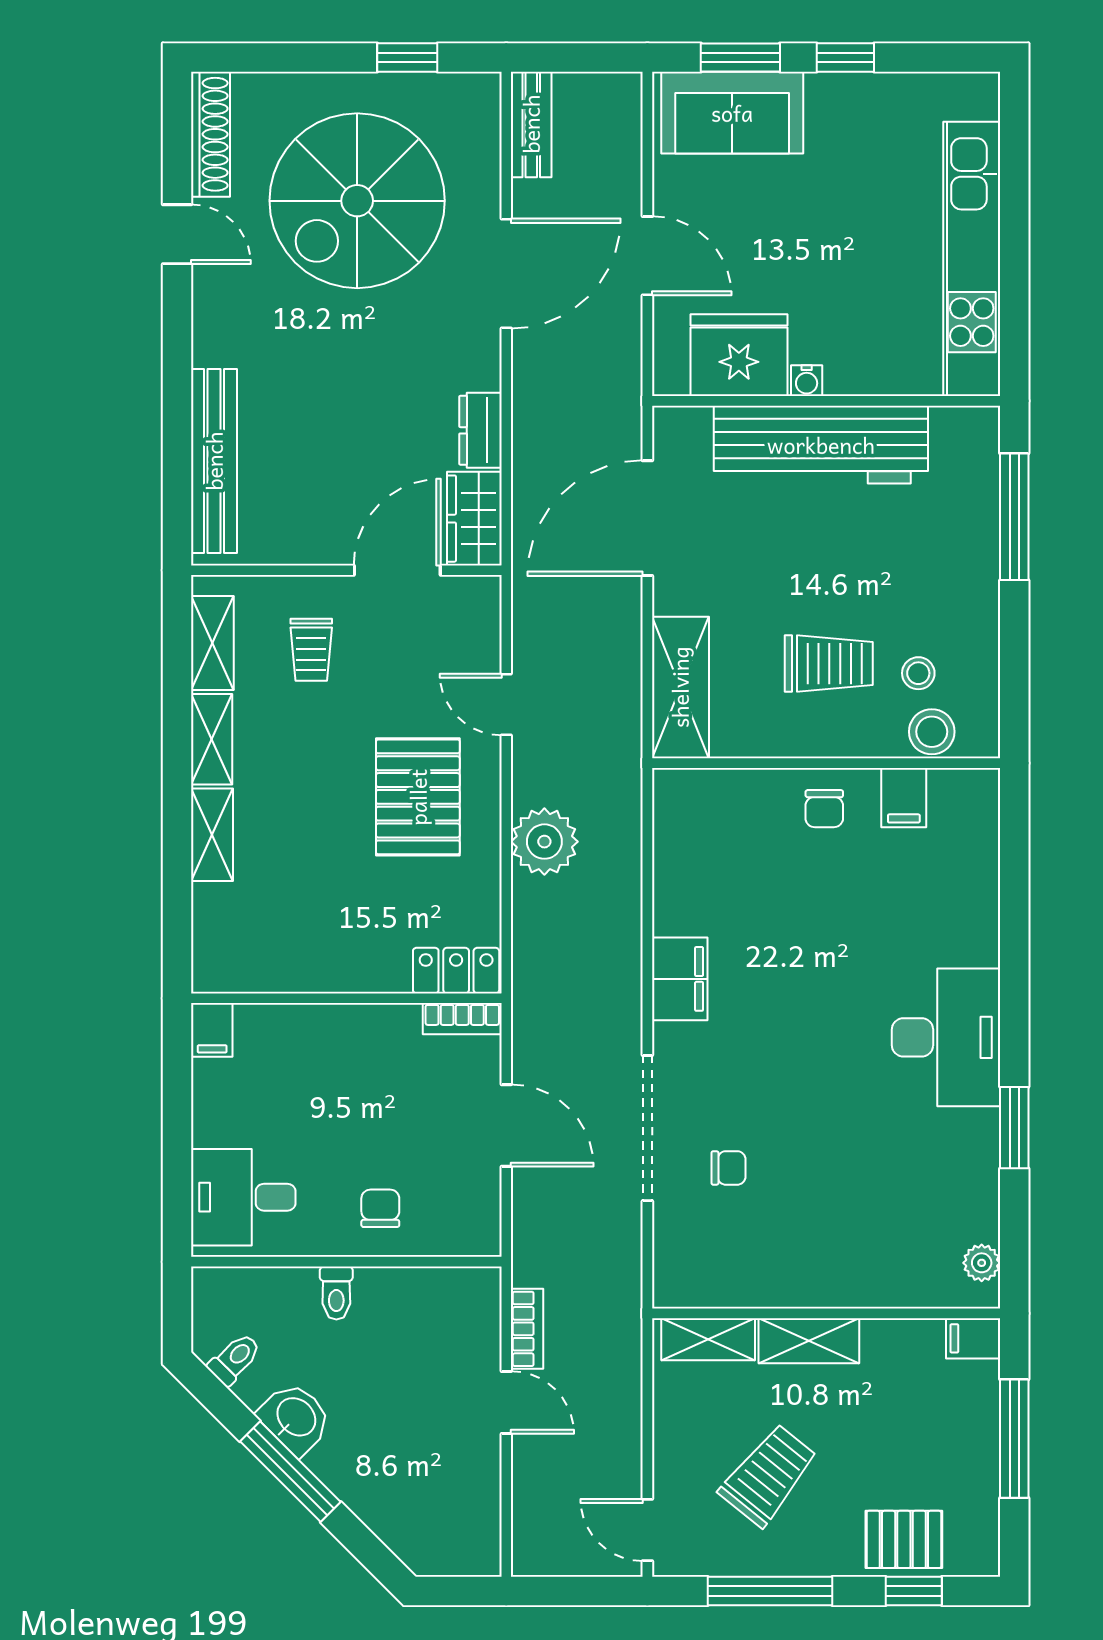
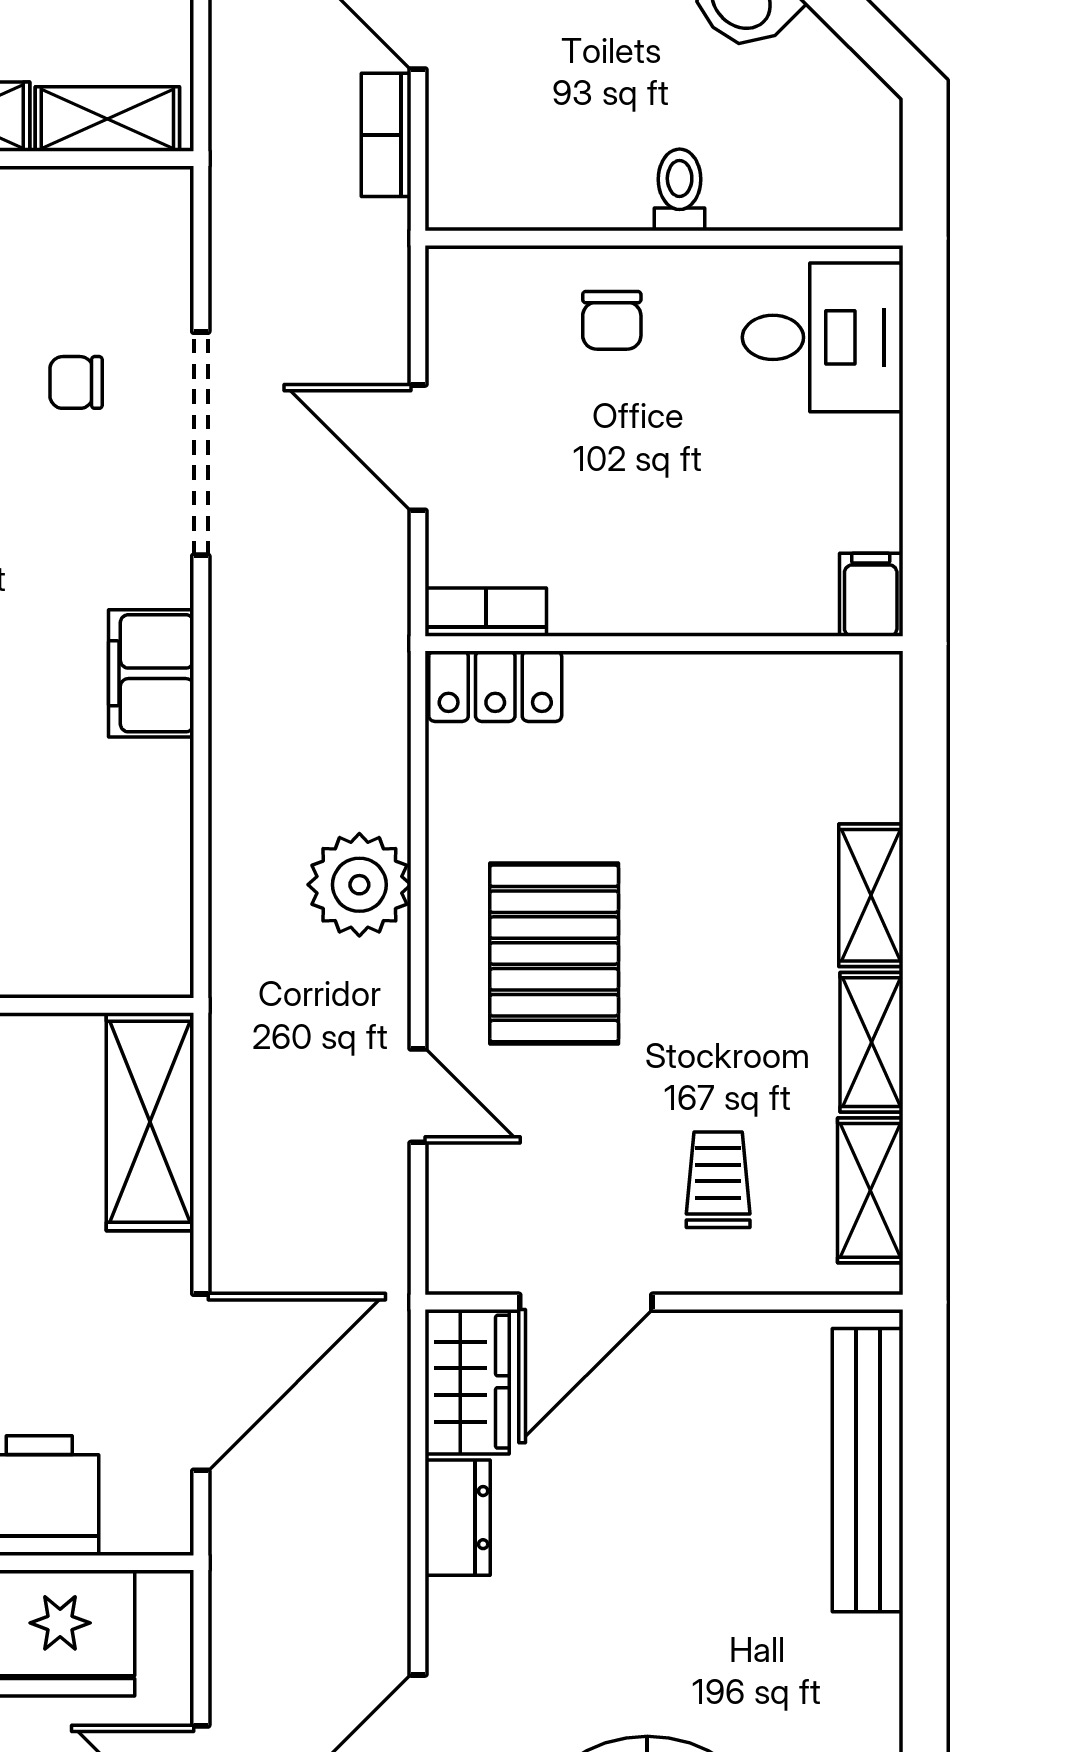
toilet: (235, 1359) -> (836, 88), removed

